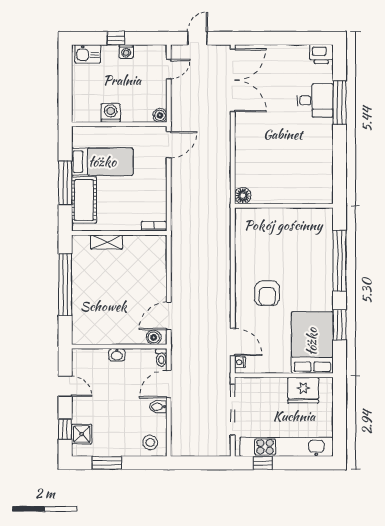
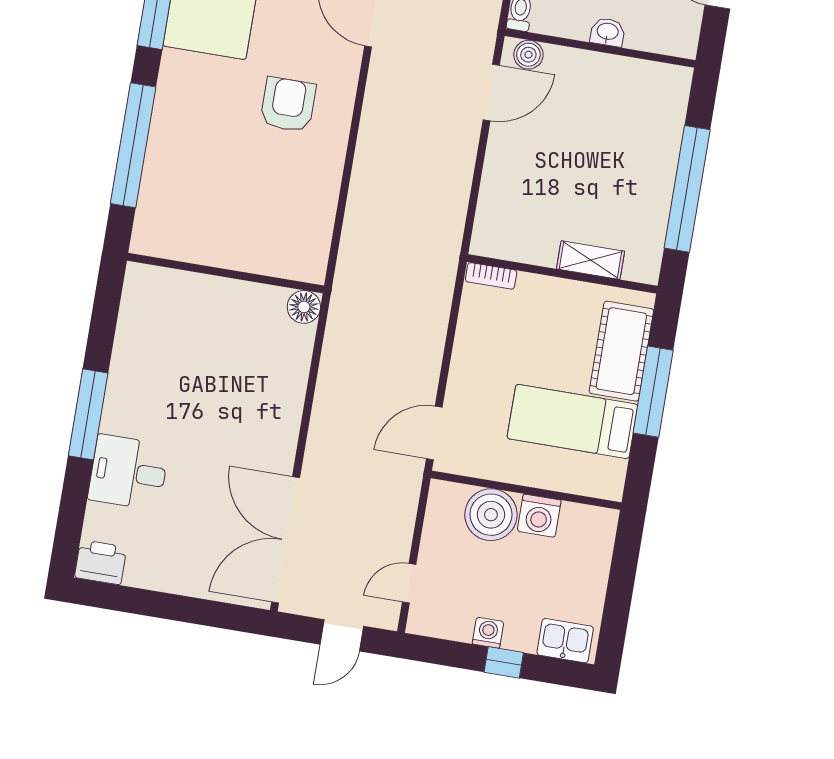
window: (340, 103) -> (88, 414), moved
boiler: (160, 115) -> (491, 515), moved, width x1.86, depth x1.86

